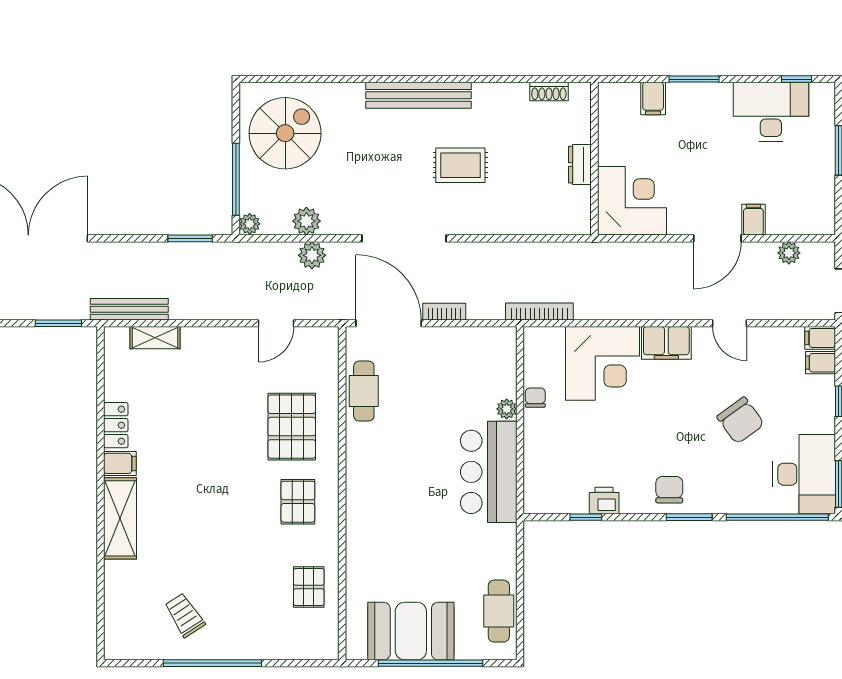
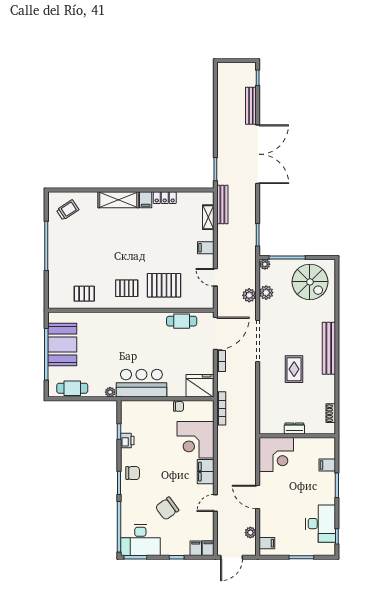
filing cabinet: (753, 220) -> (267, 543), moved
filing cabinet: (216, 343) -> (206, 248), added
fridge: (494, 355) -> (200, 386), added
plant: (507, 409) -> (110, 392), moved
trolley: (185, 615) -> (68, 210), moved

